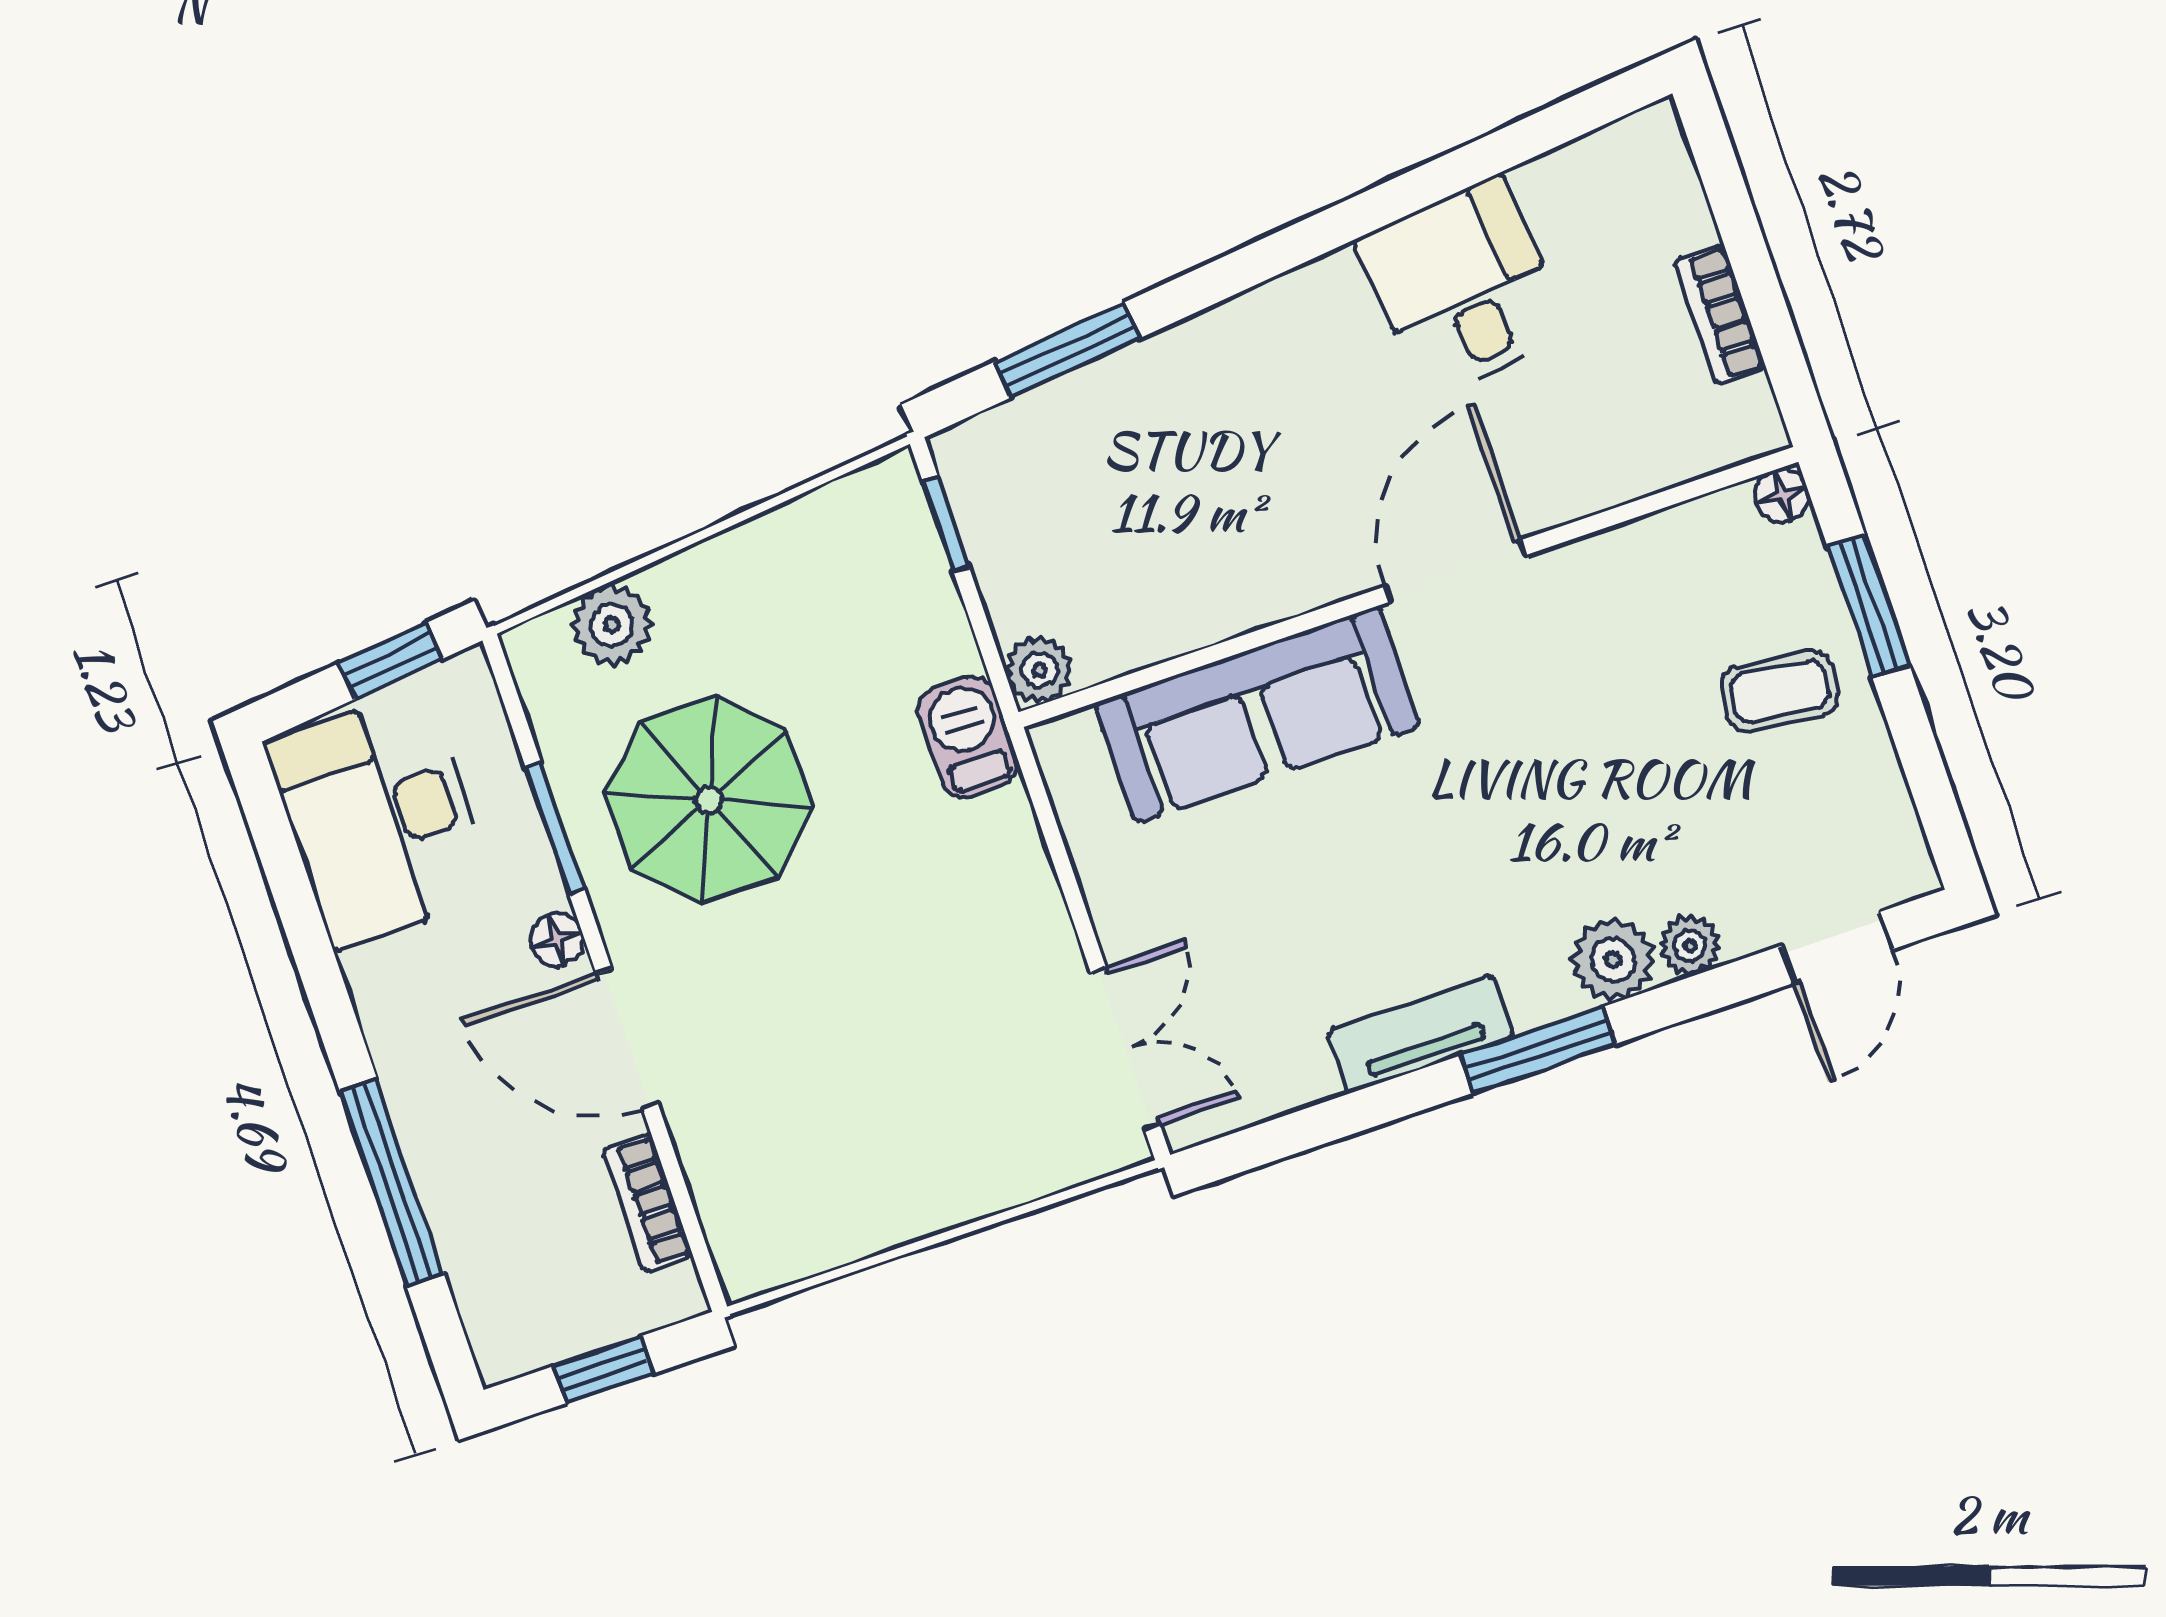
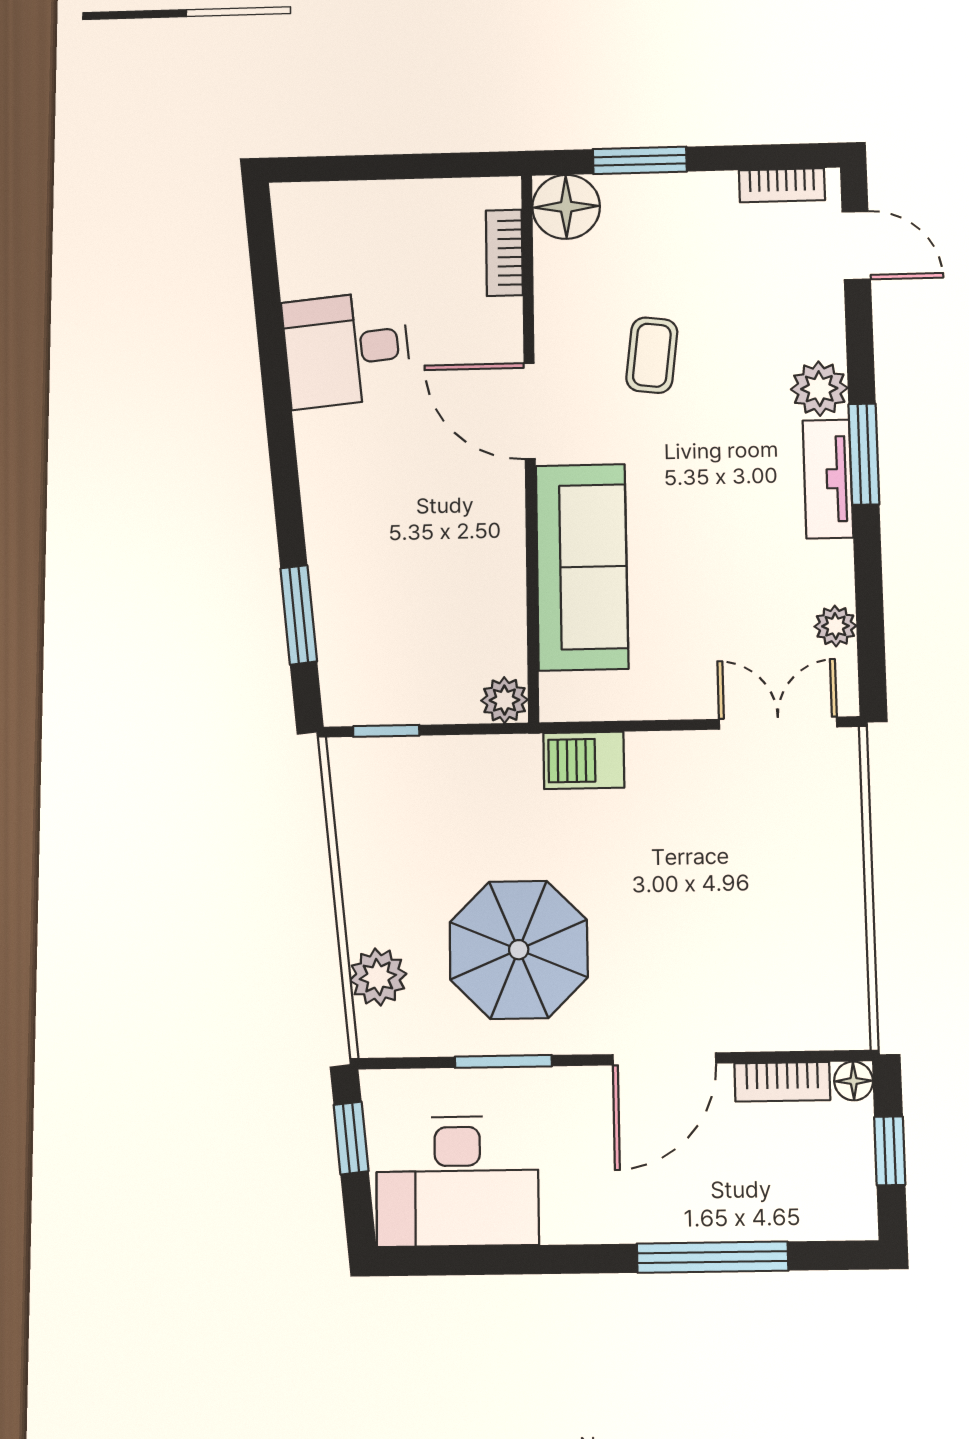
bookcase: (1720, 314) -> (504, 253), moved, turned 90
floor lamp: (1782, 495) -> (566, 207), width x1.89, depth x1.89
coffee table: (1780, 691) -> (652, 355), moved
barbecue: (968, 737) -> (584, 760), moved
bookcase: (1894, 817) -> (782, 185), added
floor lamp: (557, 940) -> (854, 1081), moved
plant: (1690, 946) -> (835, 626), moved
tv unit: (1421, 1034) -> (828, 479), moved

